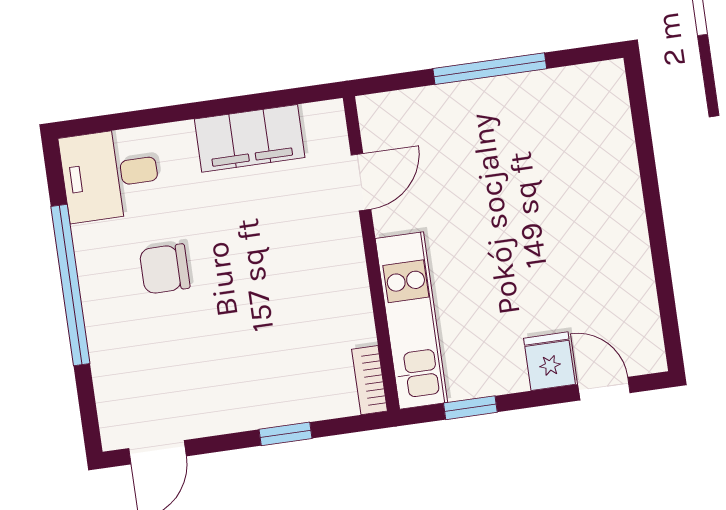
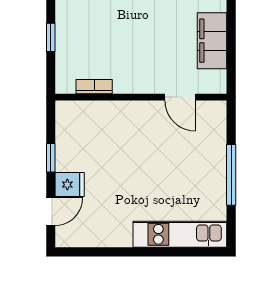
kitchen unit: (411, 321) -> (180, 234), moved, turned 180
bookcase: (370, 380) -> (94, 87), moved
window: (470, 408) -> (51, 158), moved

